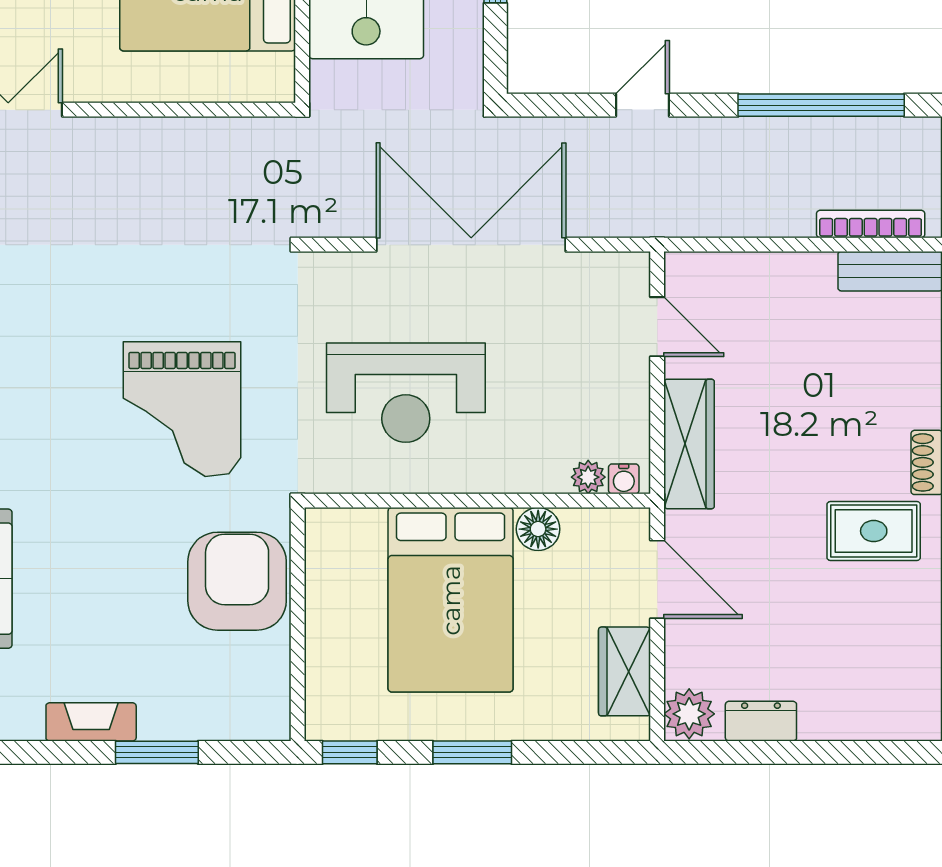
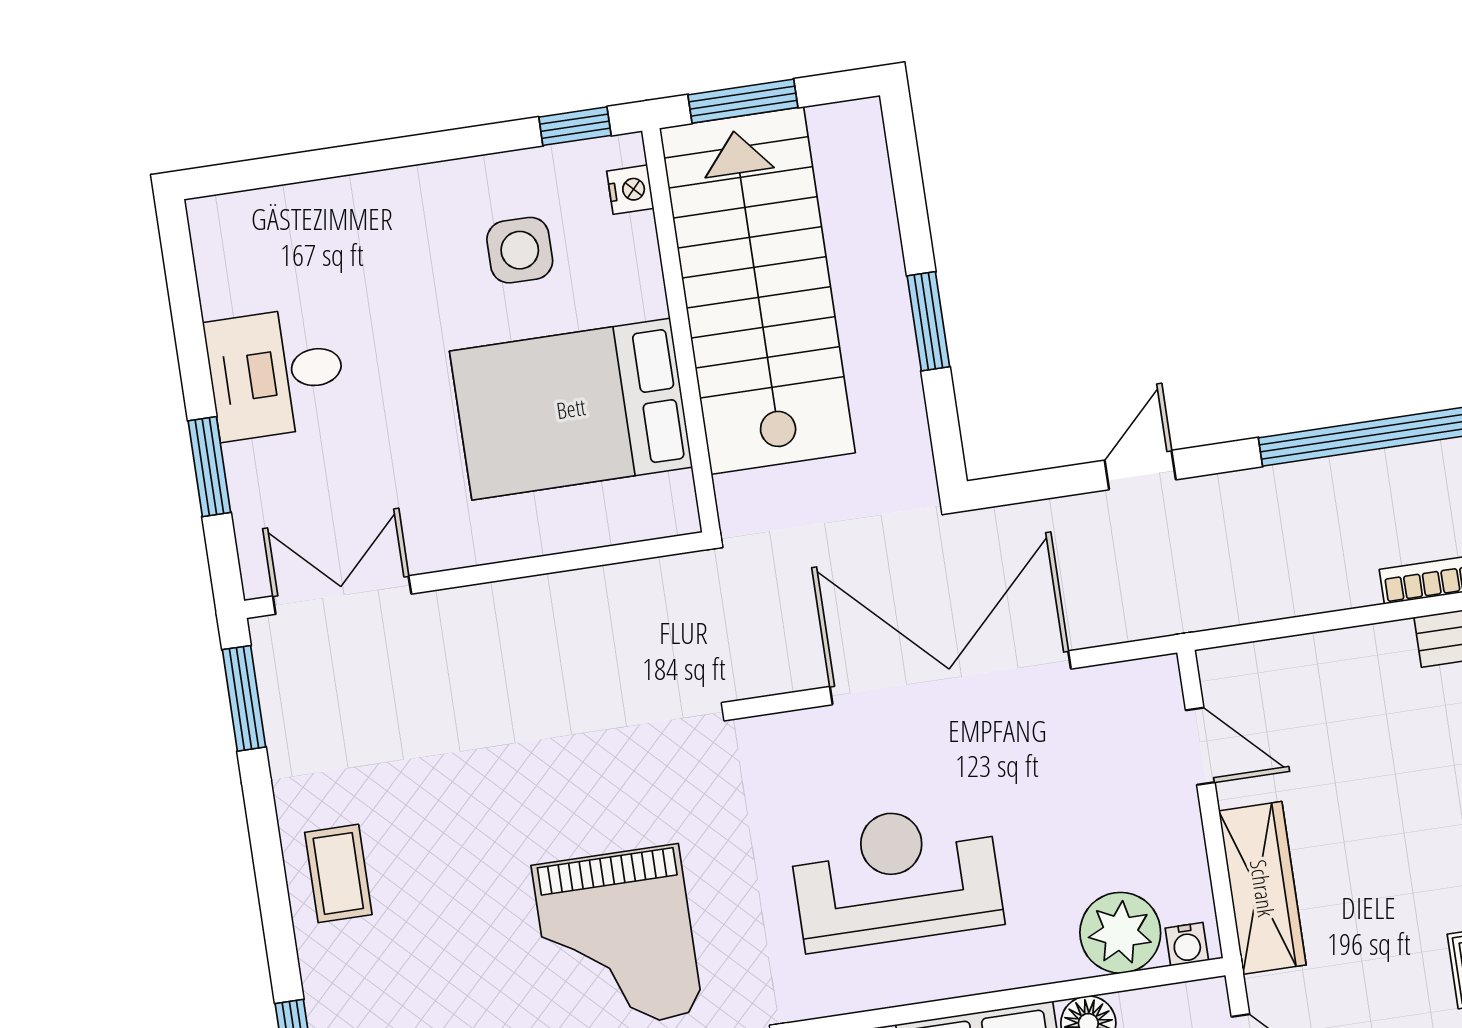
reception desk: (406, 393) -> (896, 877), turned 180
plant: (588, 477) -> (1120, 933), width x1.88, depth x1.88

